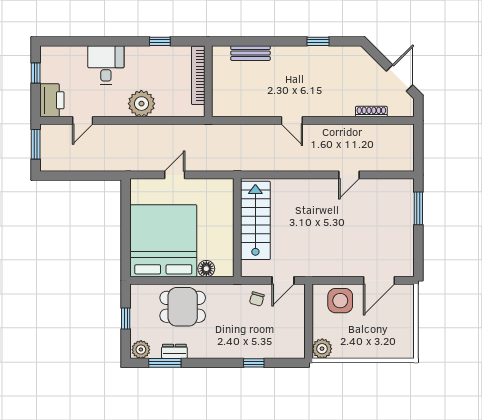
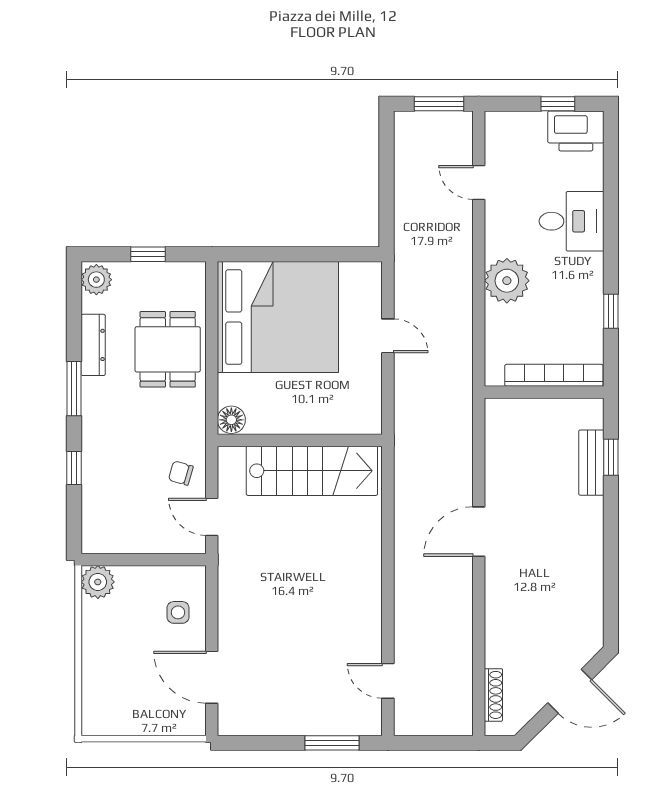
window: (318, 41) -> (611, 457), moved
door: (400, 78) -> (570, 691), moved
printer: (52, 100) -> (576, 131), moved
shoe rack: (371, 112) -> (493, 695), moved
door: (292, 120) -> (479, 532), width x1.38
door: (349, 175) -> (388, 681), moved
floor lamp: (206, 269) -> (231, 420), moved
side table: (340, 301) -> (178, 612), width x0.54, depth x0.54
dresser: (174, 351) -> (93, 345), width x1.44
window: (165, 363) -> (74, 389), moved

